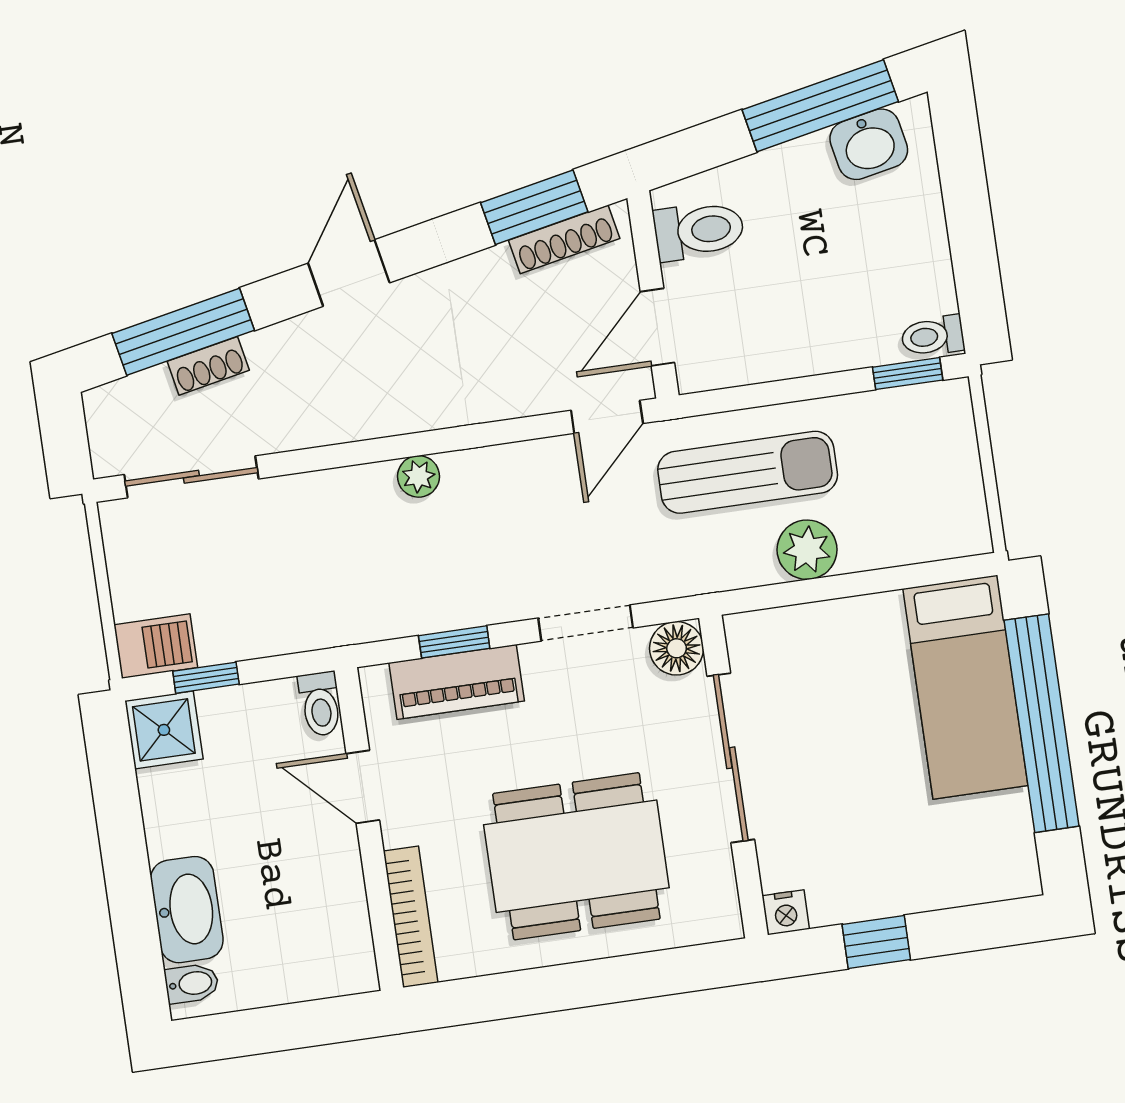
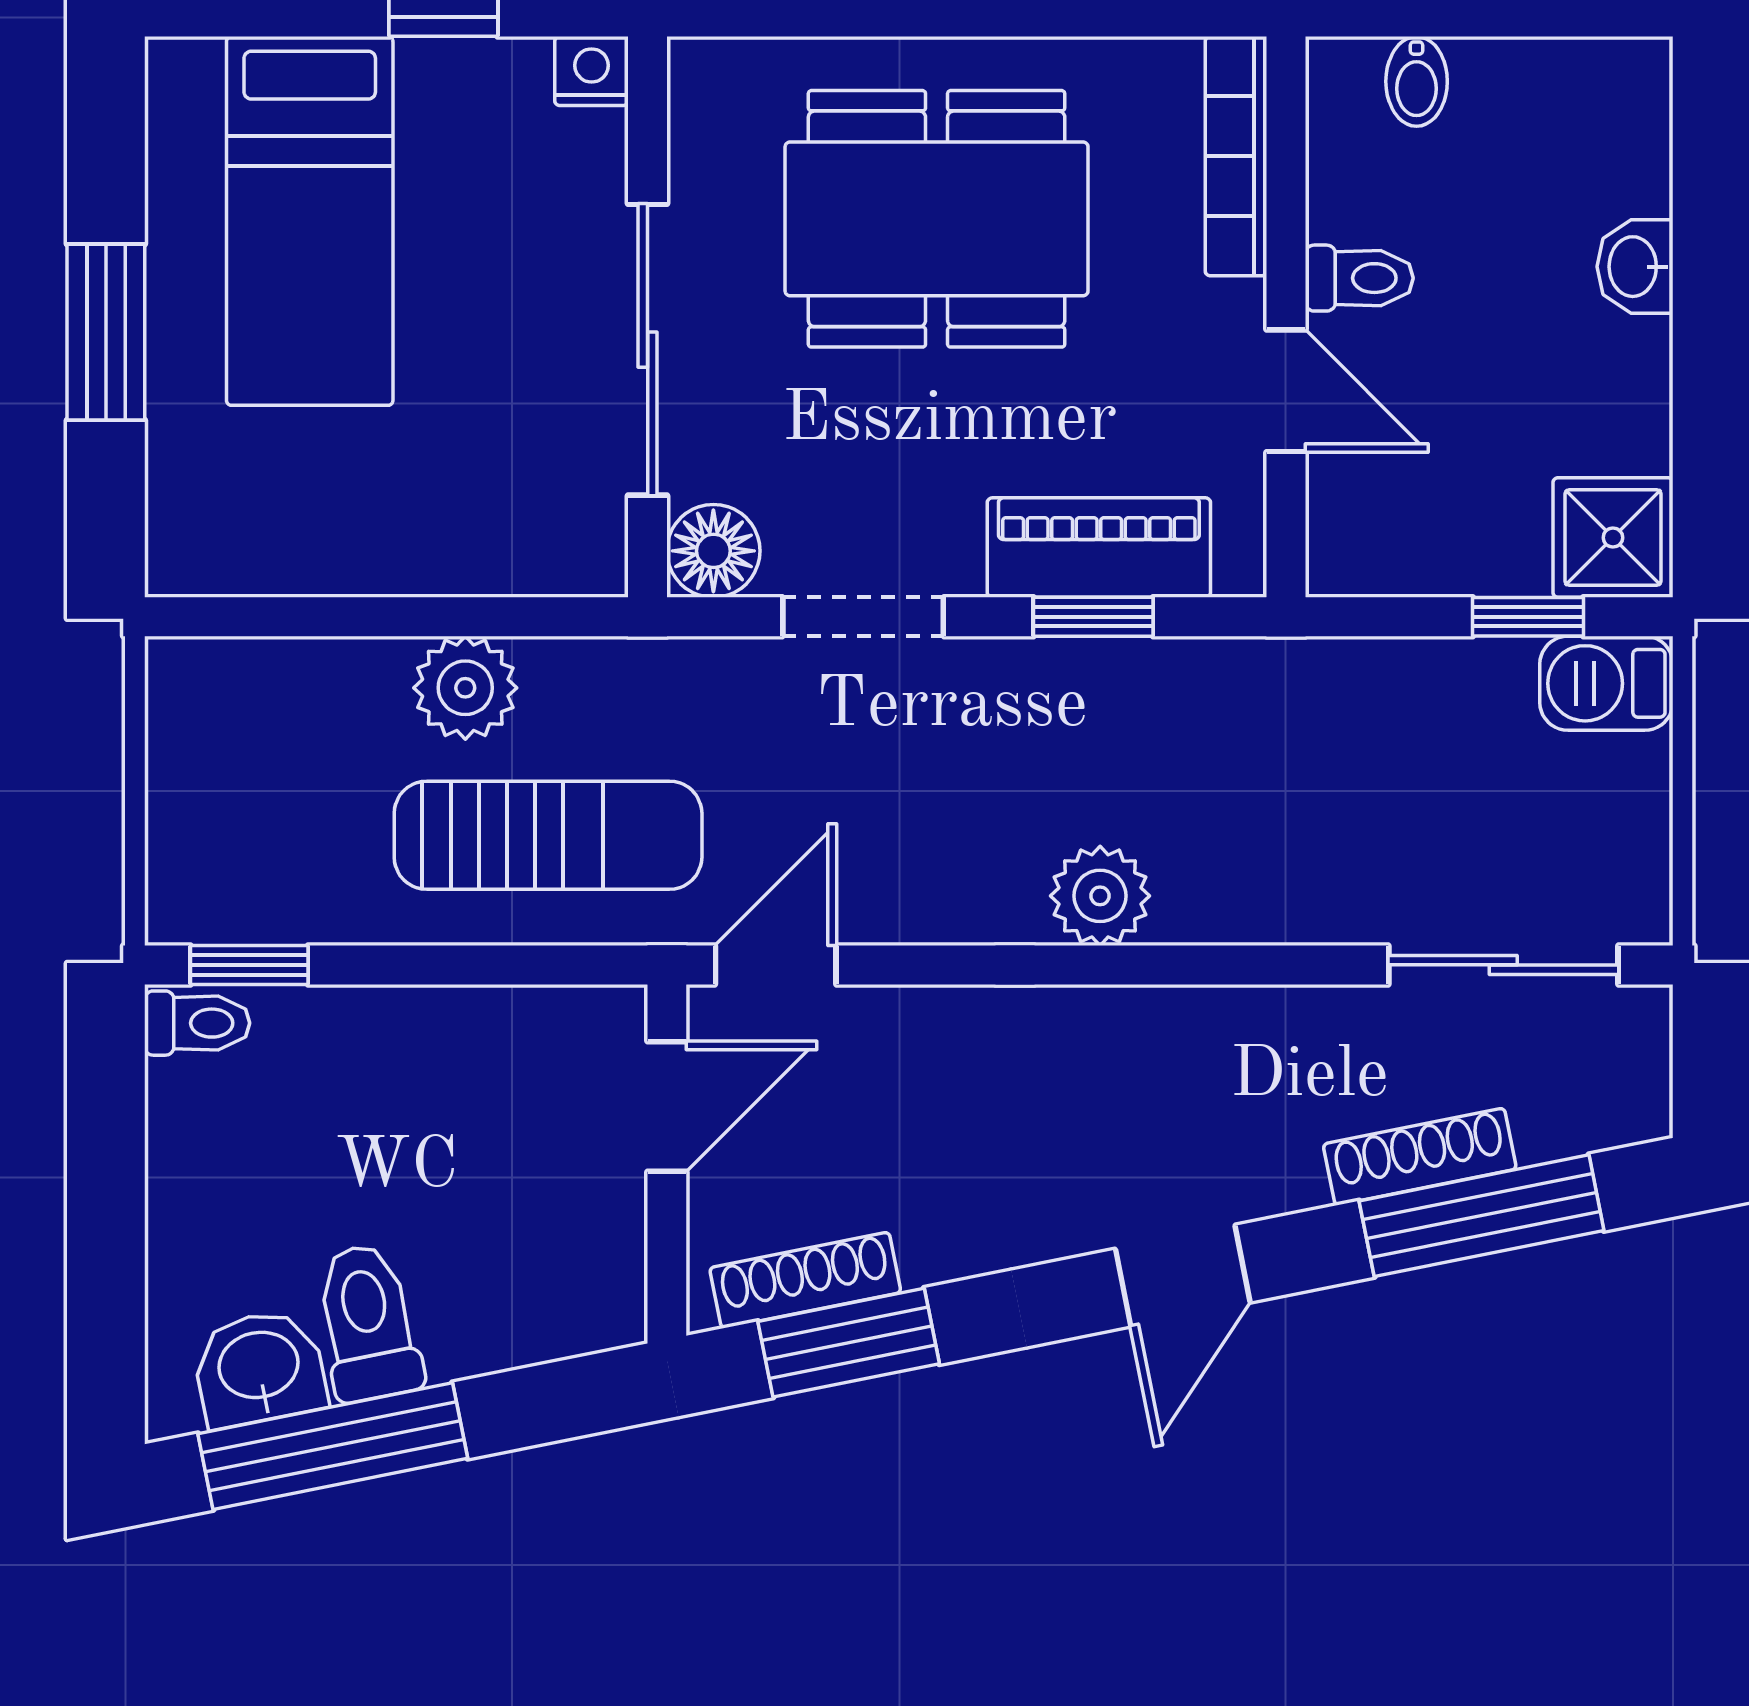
toilet: (699, 231) -> (368, 1322), moved, turned 79
shoe rack: (208, 366) -> (1420, 1157), width x1.43
sun lounger: (748, 472) -> (548, 835), turned 180
plant: (419, 476) -> (1100, 896), width x1.38, depth x1.38
bed: (965, 687) -> (310, 221), moved, turned 180
toilet: (320, 704) -> (1359, 278), moved, turned 90
window: (1042, 723) -> (106, 332), width x0.47
washbasin: (187, 910) -> (1635, 267), width x0.52, depth x0.69
bidet: (192, 983) -> (1417, 81), moved, turned -90

